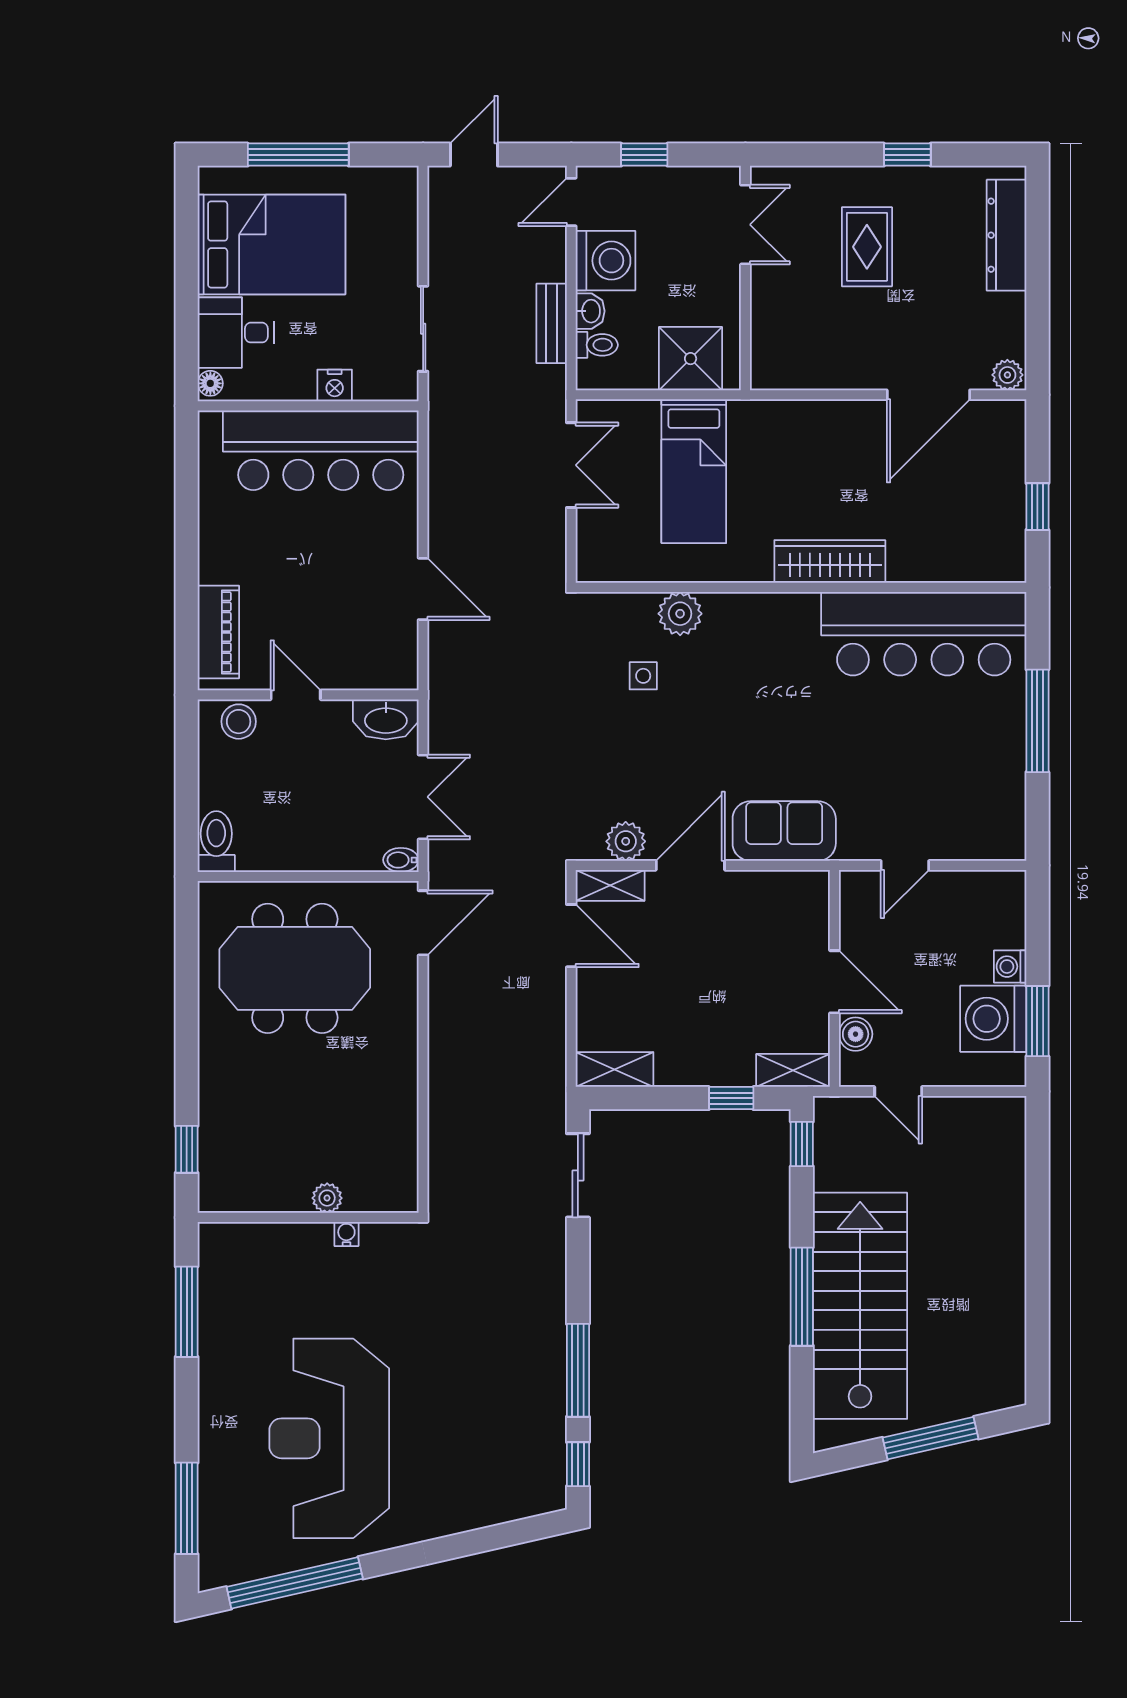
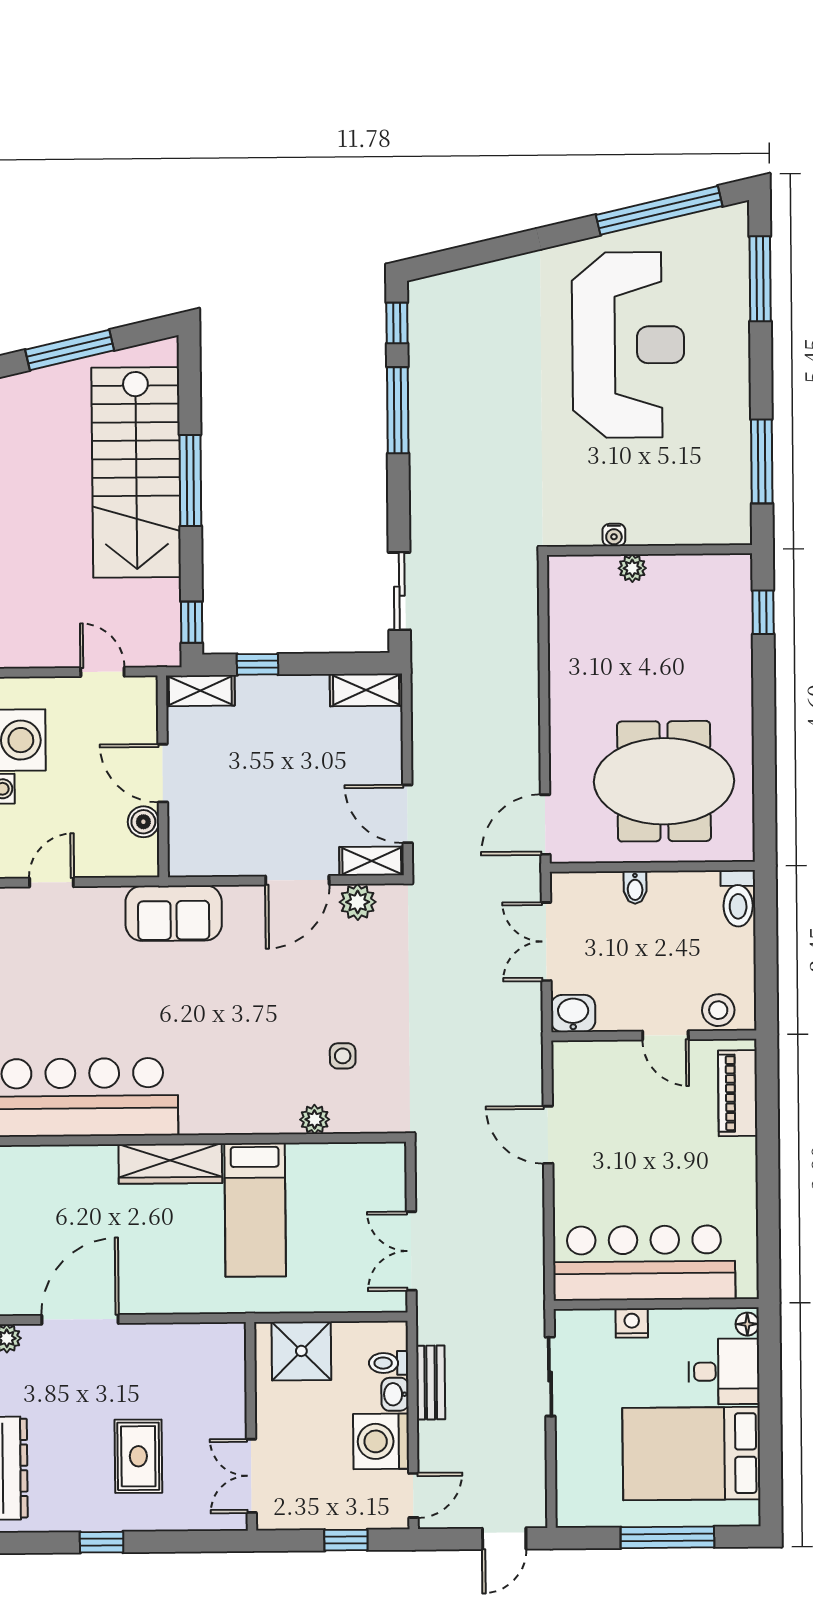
bed: (694, 471) -> (255, 1210), moved, turned 180
plant: (680, 614) -> (315, 1119), width x0.73, depth x0.73
washbasin: (386, 719) -> (573, 1013), width x0.72
sofa: (784, 831) -> (174, 913), moved
bidet: (401, 860) -> (635, 888), moved, turned 90
door: (905, 865) -> (51, 882), moved
boiler: (856, 1034) -> (143, 822), moved

